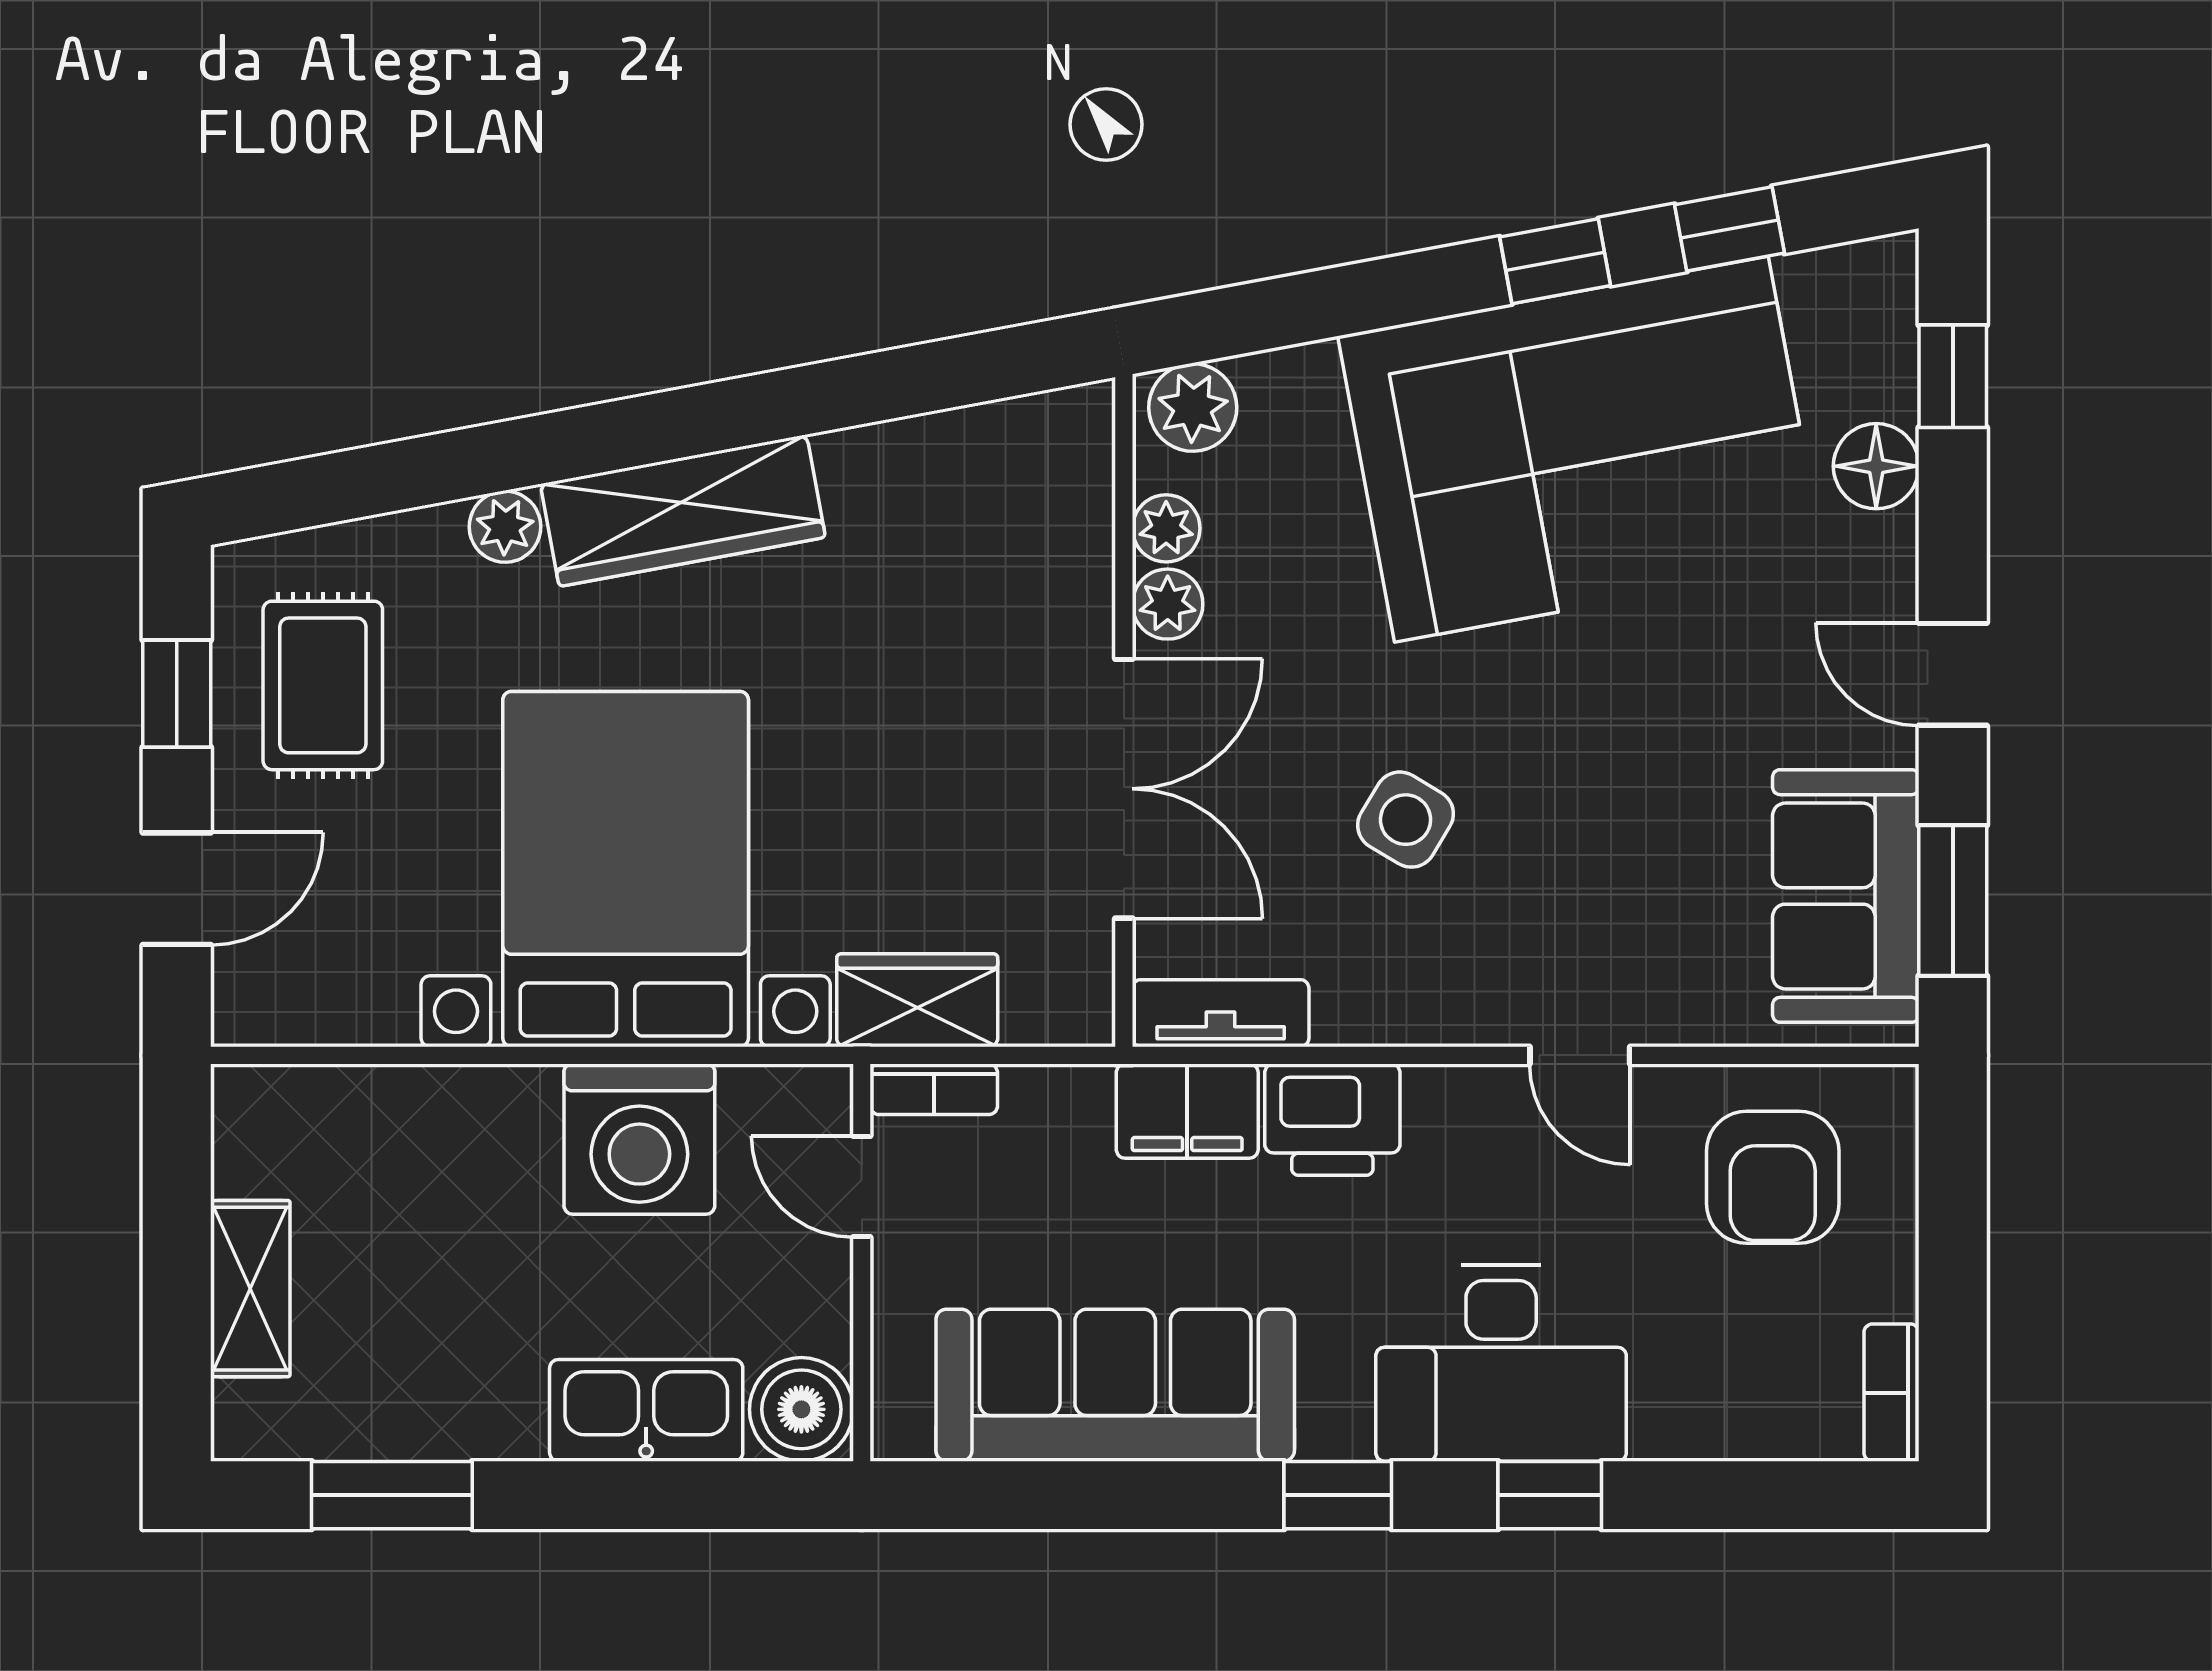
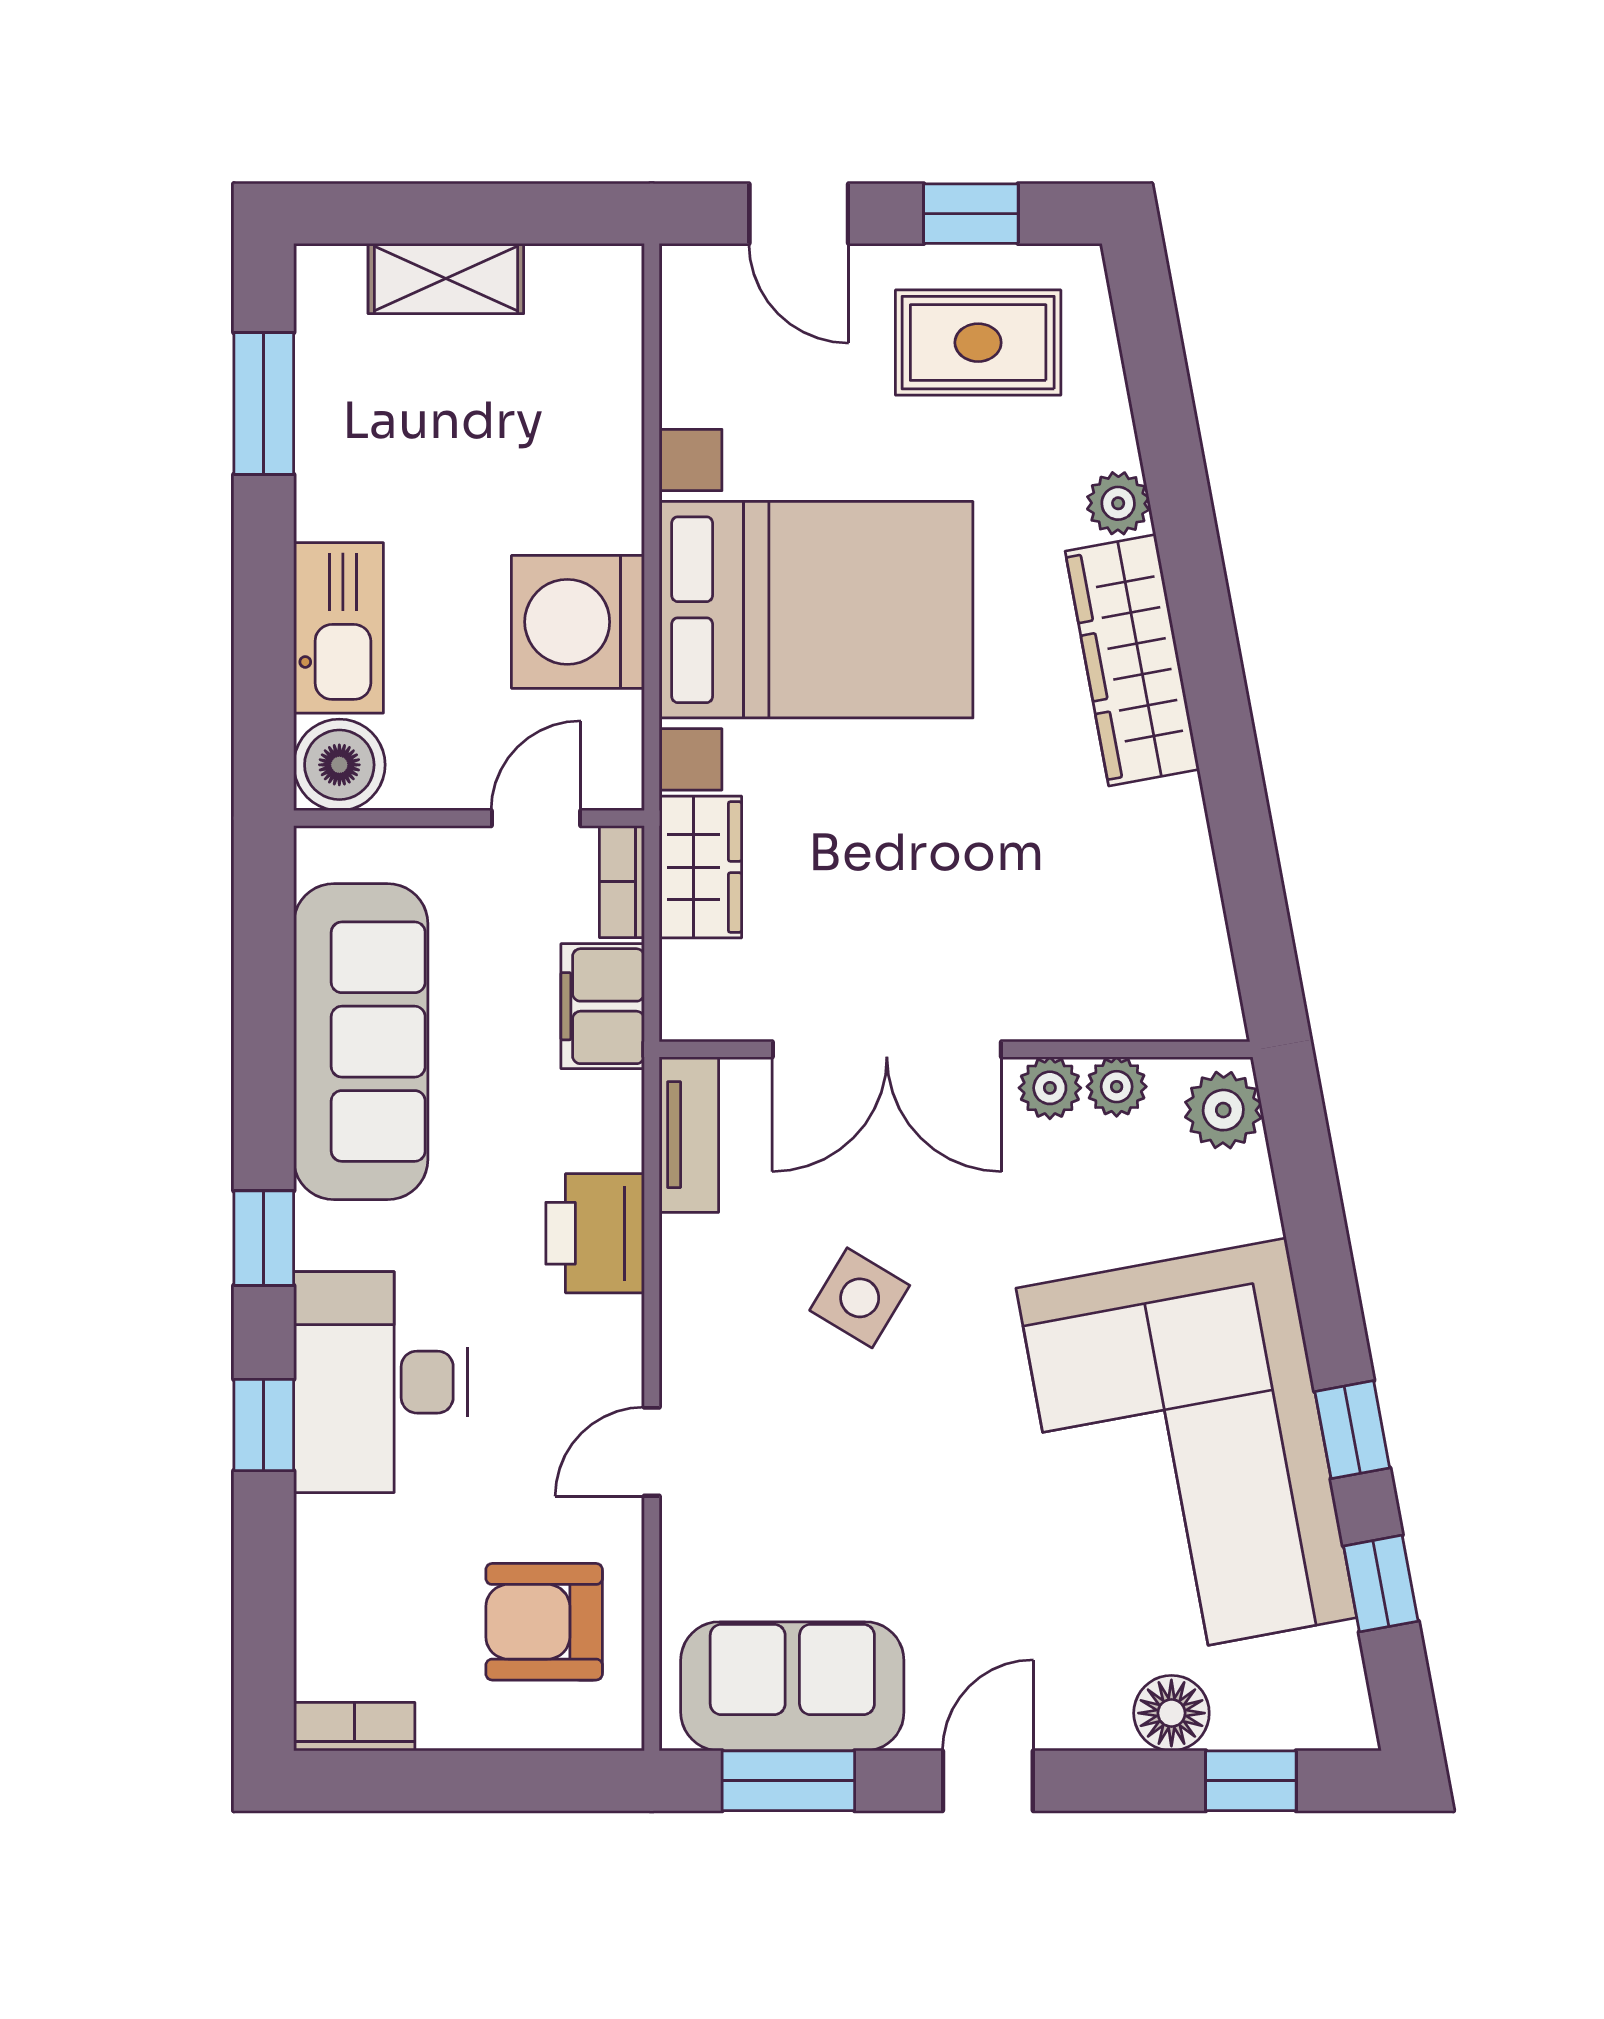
filing cabinet: (1187, 1111) -> (603, 1006), moved

